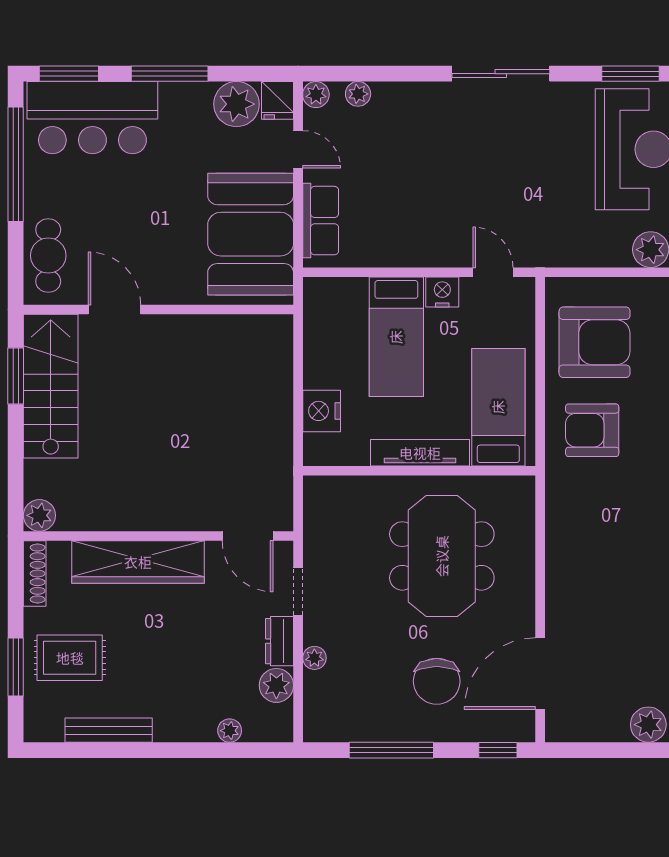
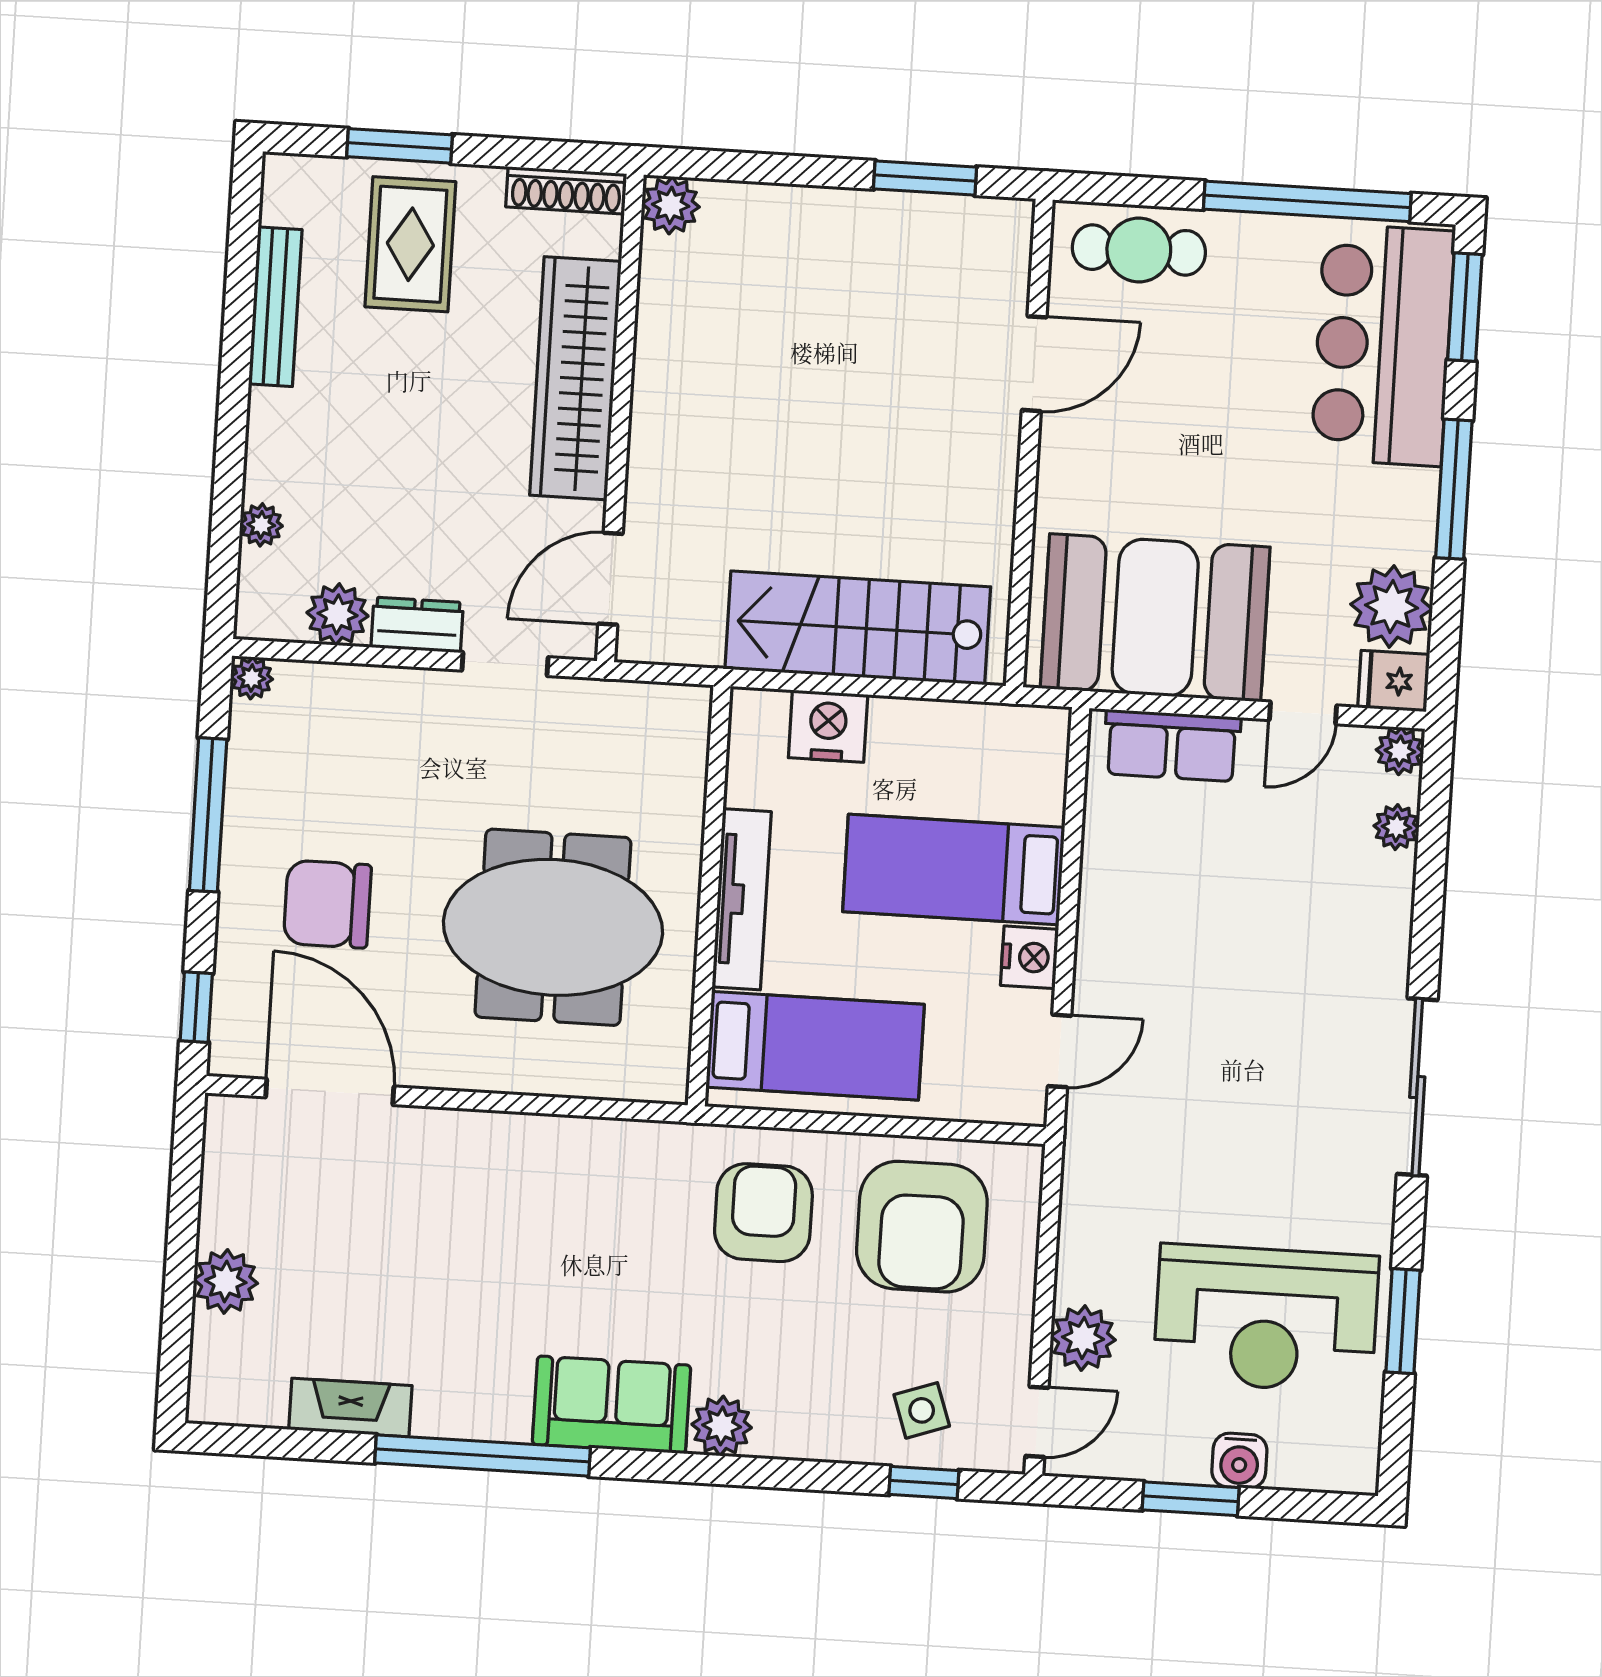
stairs: (51, 386) -> (858, 628), moved, turned 180
plant: (314, 658) -> (252, 678), moved

